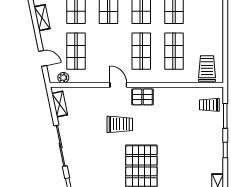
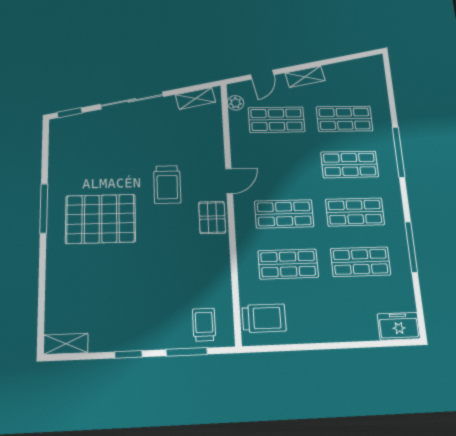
shelving: (42, 18) -> (305, 77), moved

